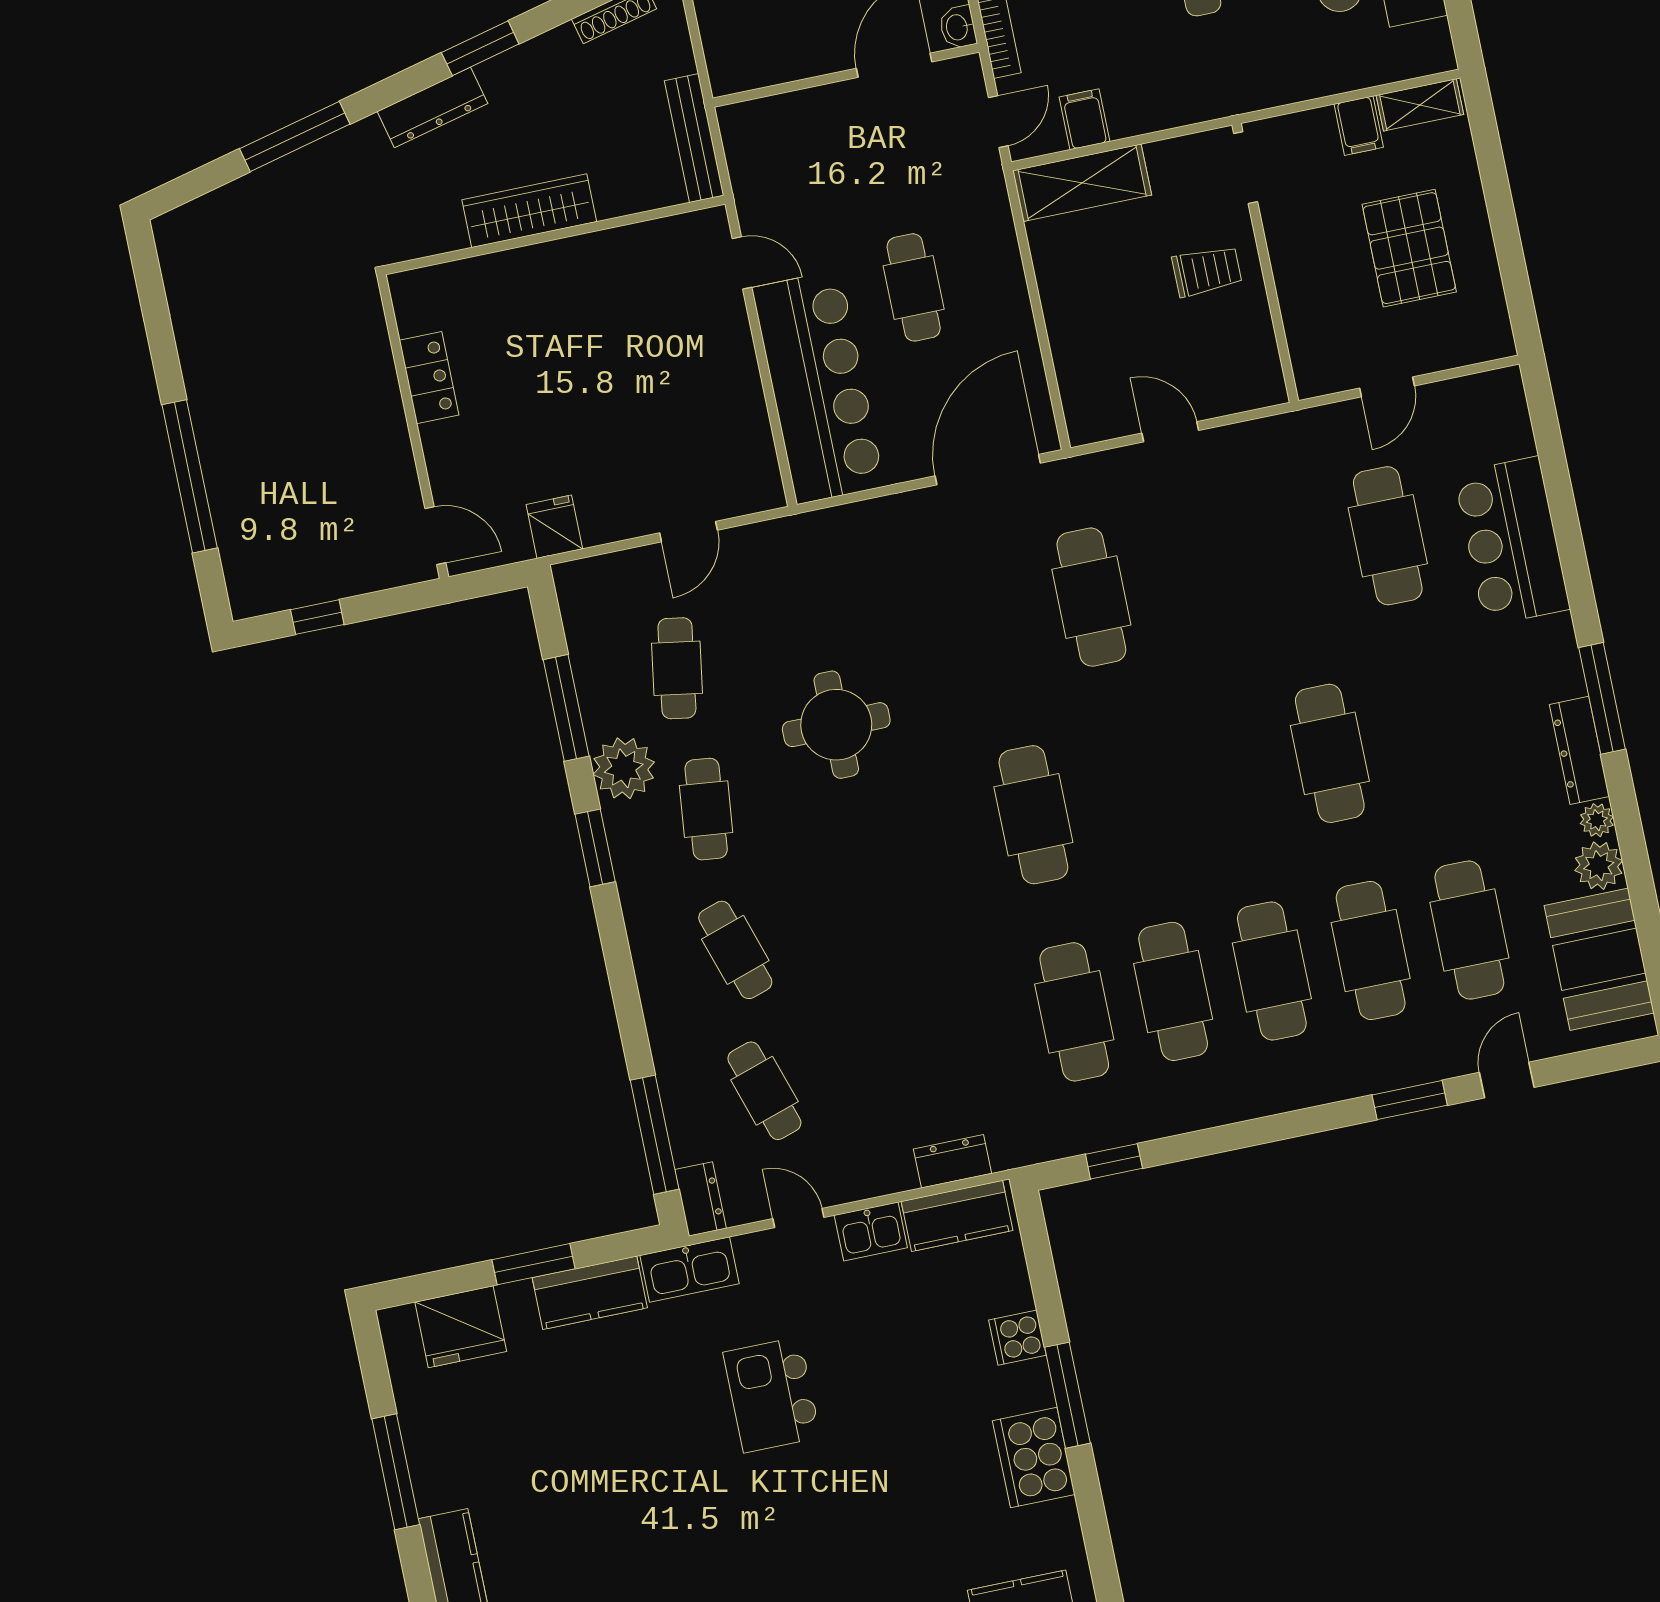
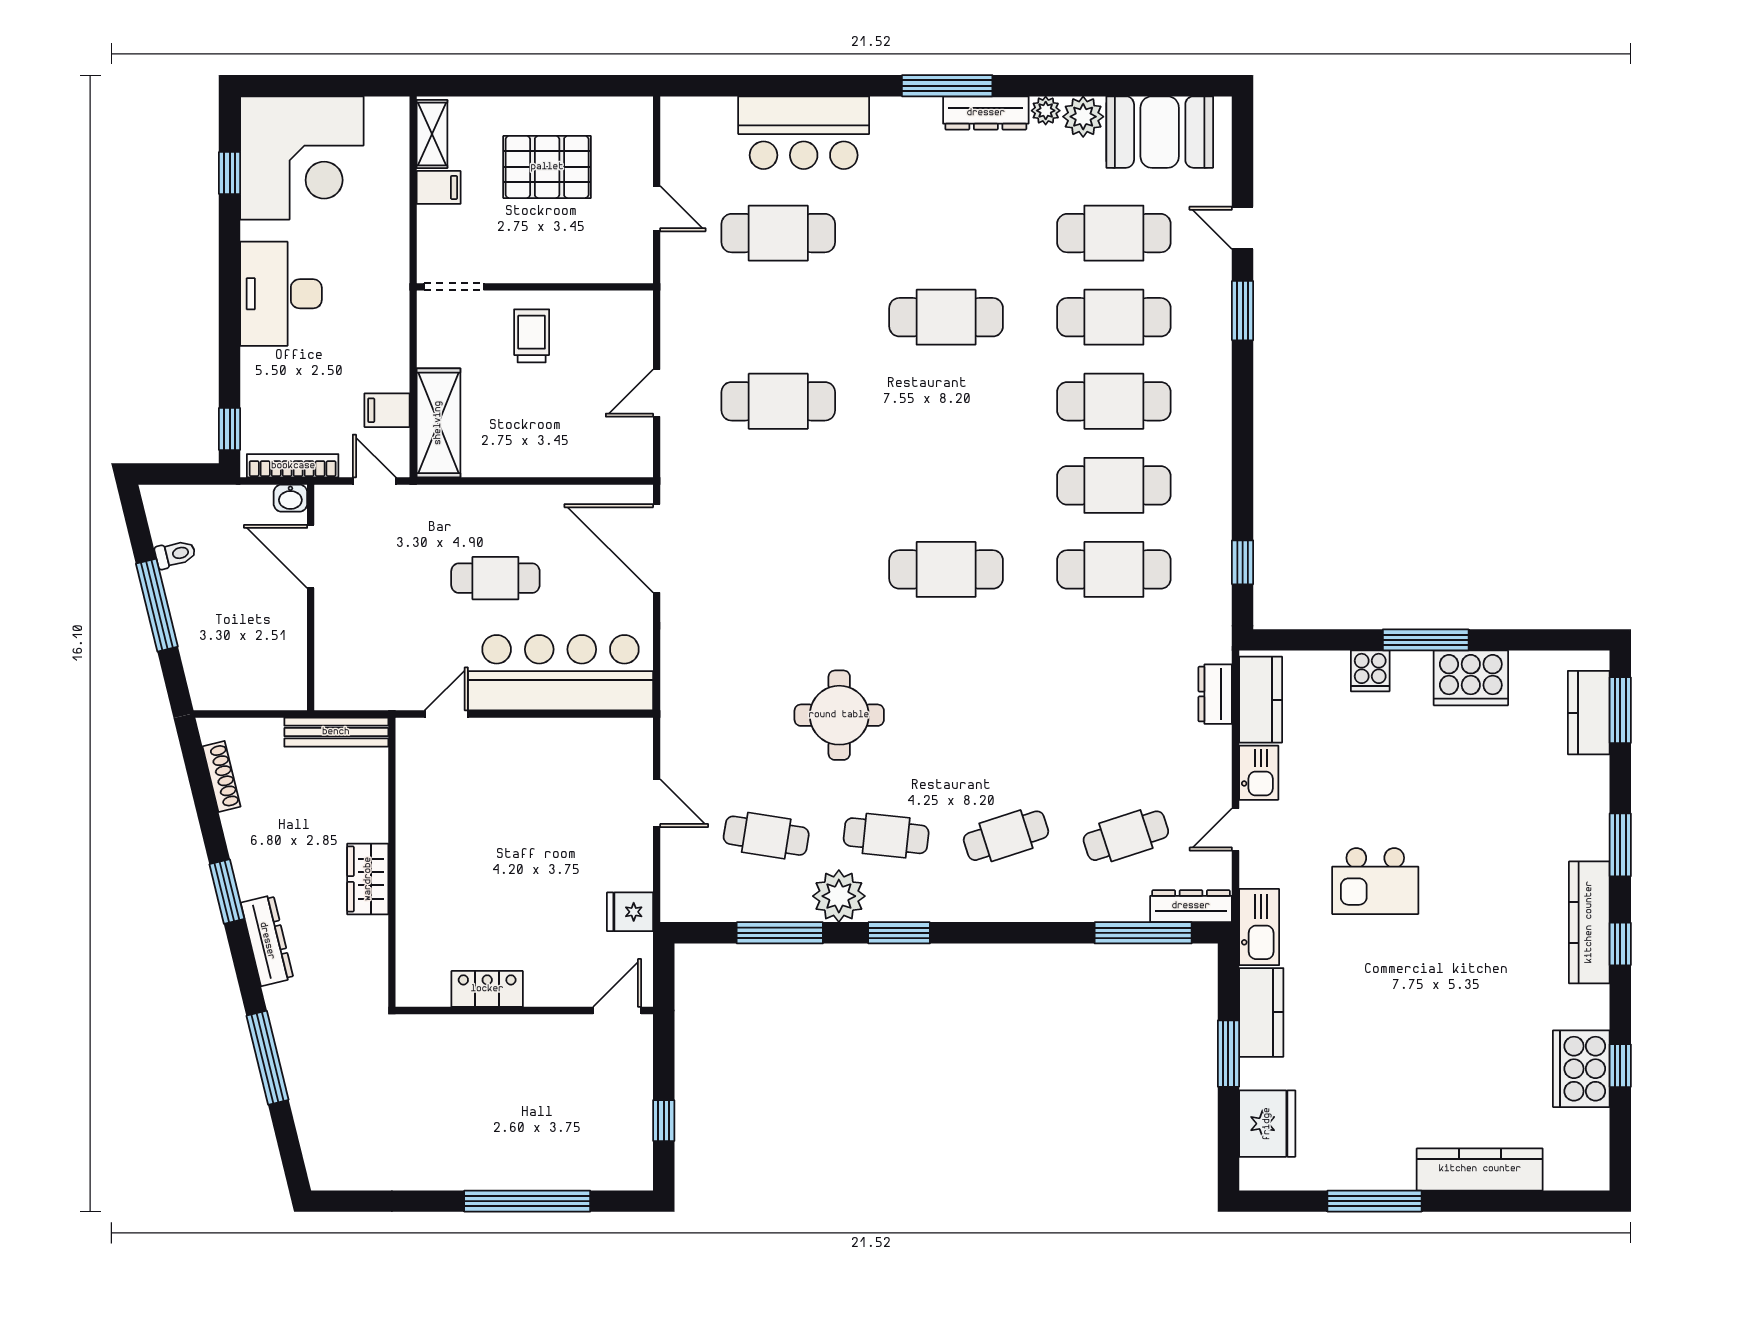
wardrobe: (529, 211) -> (368, 879), width x0.67
cafe table: (1091, 597) -> (778, 401), moved
dresser: (700, 1199) -> (1191, 906), width x1.44

